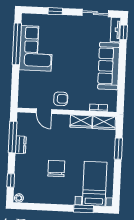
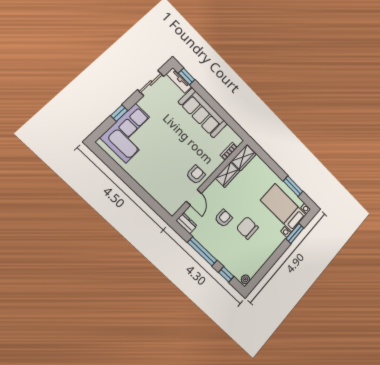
window: (17, 44) -> (118, 170), removed
corner sofa: (36, 48) -> (131, 133), moved, turned 90
door: (44, 111) -> (194, 197), hinge flipped
window: (13, 137) -> (202, 251), moved
dresser: (21, 145) -> (187, 223), moved
armchair: (48, 145) -> (224, 218), added
window: (118, 149) -> (293, 186), moved

